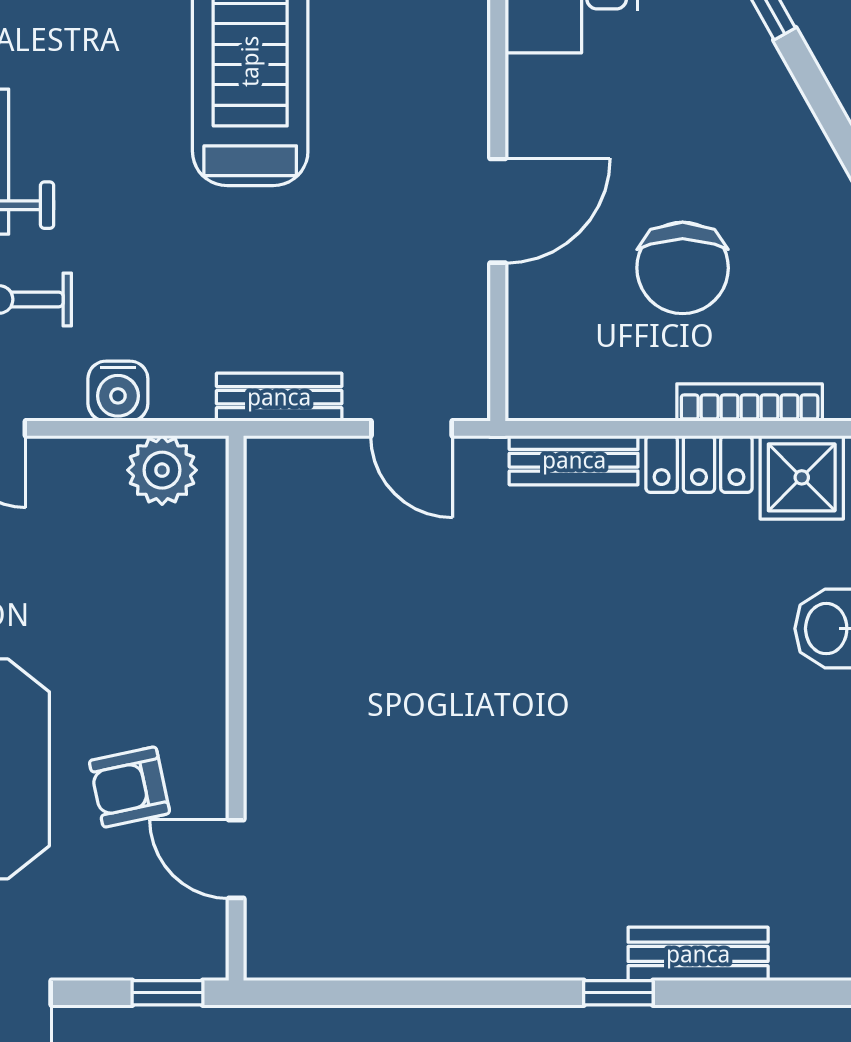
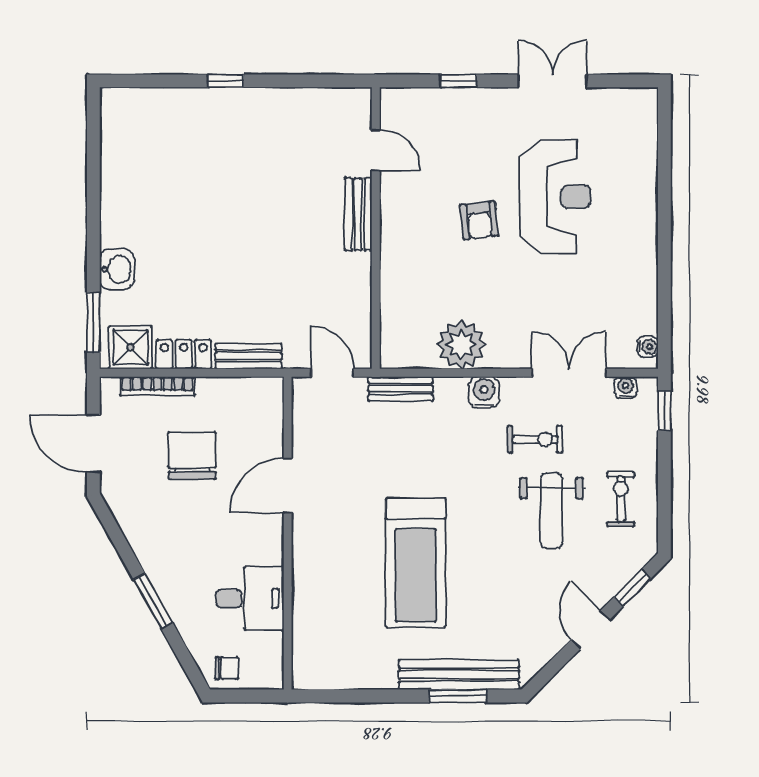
plant: (162, 470) -> (461, 345), width x1.36, depth x1.36
wall: (236, 708) -> (376, 228), moved
armchair: (130, 787) -> (479, 220), moved, turned 96
door: (236, 859) -> (376, 150), moved
bench: (698, 954) -> (358, 214), moved, turned 90

